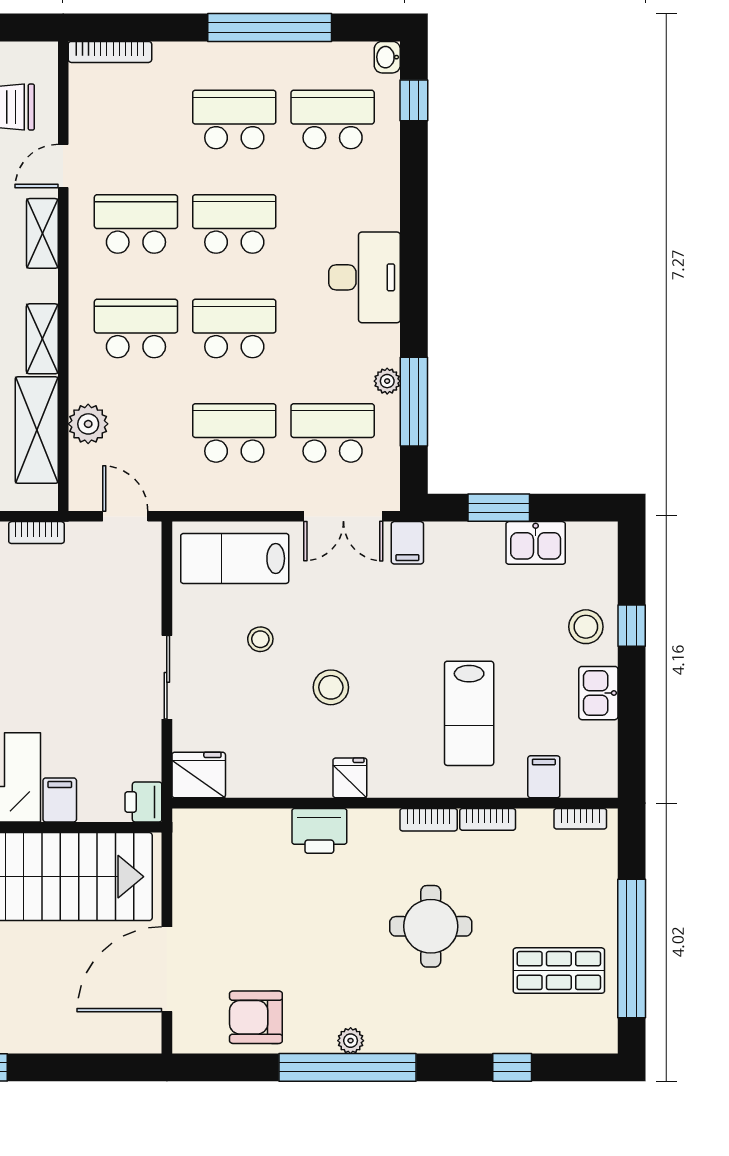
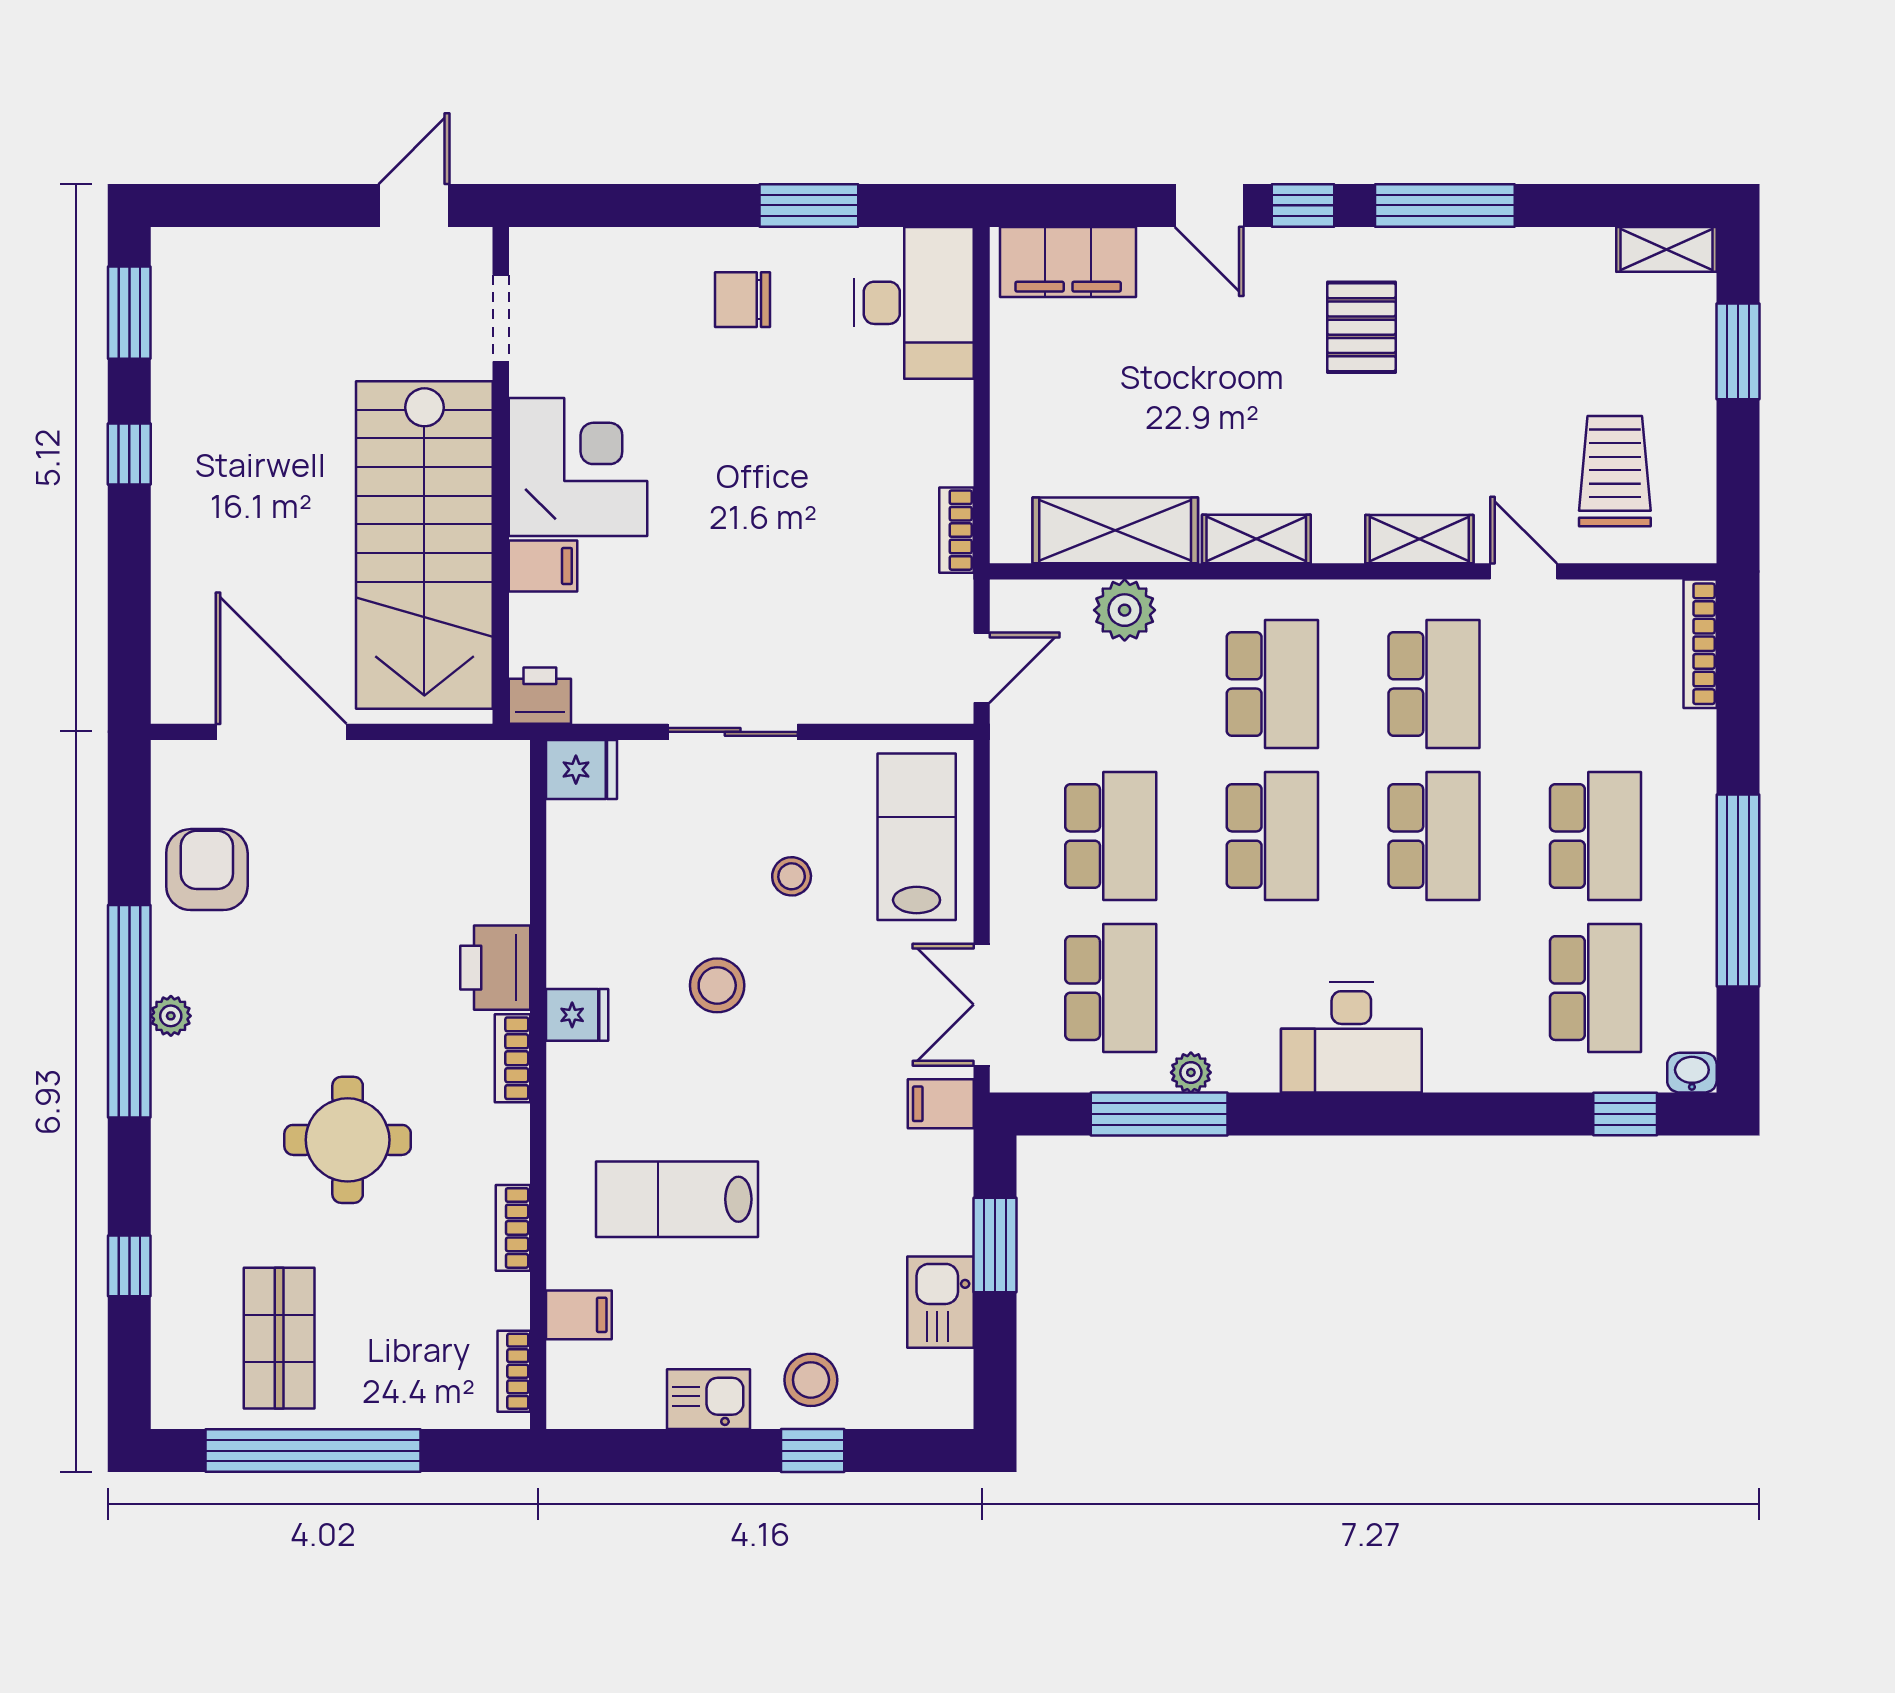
fridge: (199, 775) -> (582, 770), width x0.72
bookcase: (429, 820) -> (512, 1058), moved

